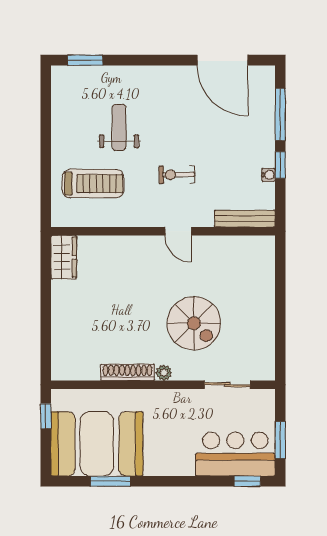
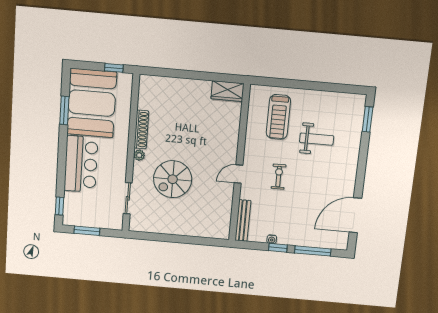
bar counter: (235, 454) -> (81, 164), moved

